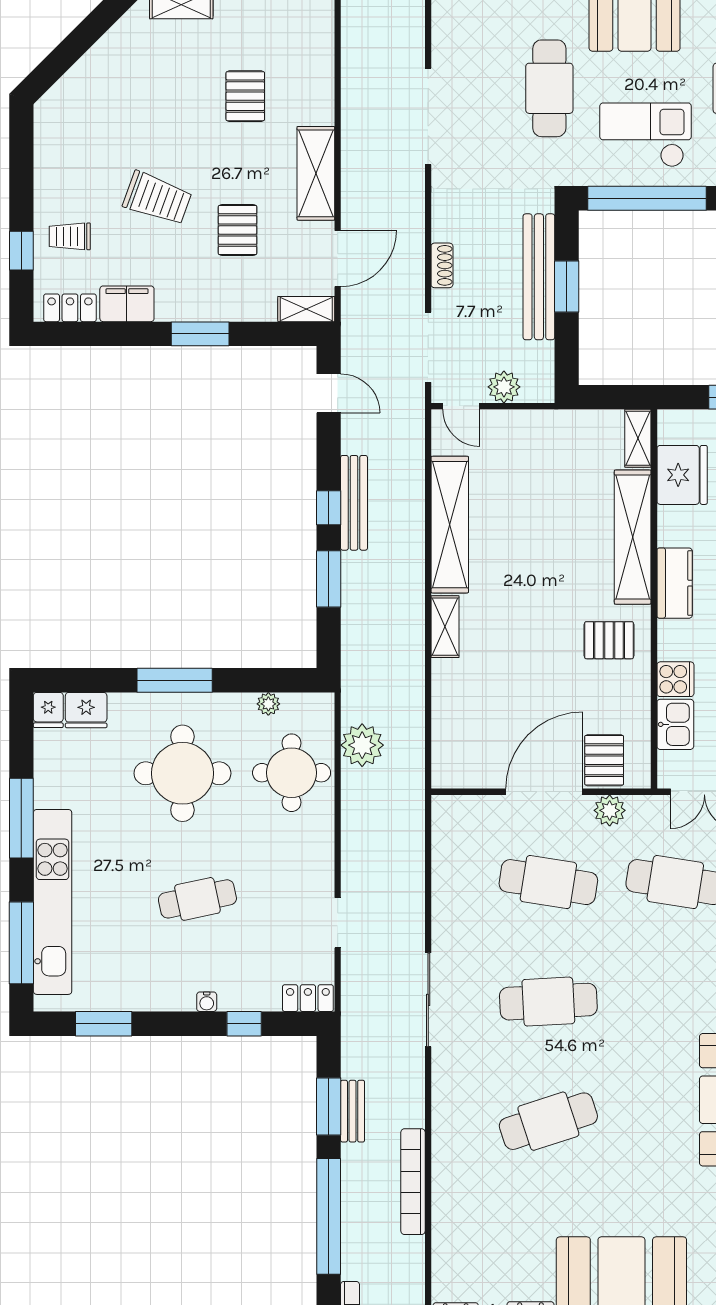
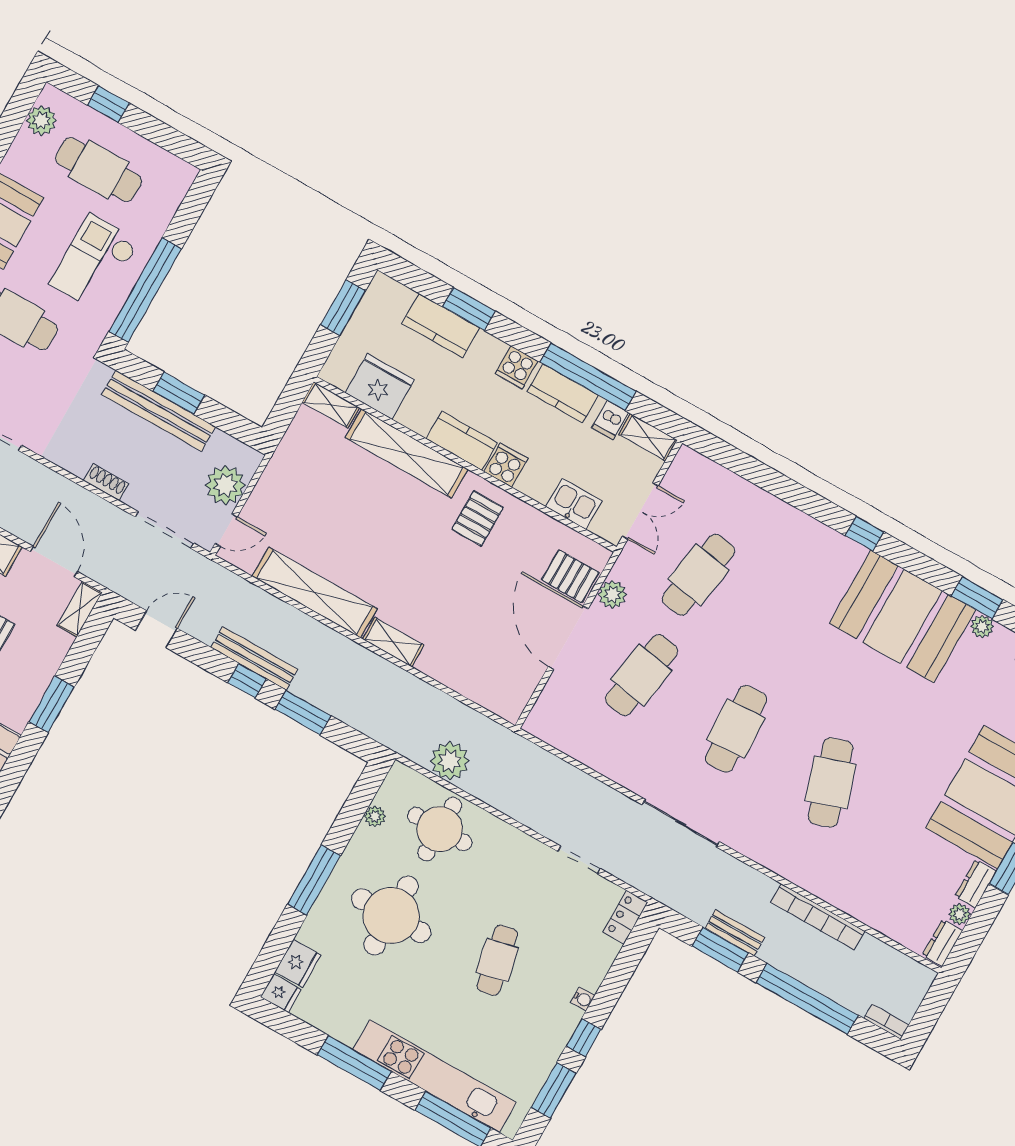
plant: (504, 387) -> (225, 485), width x1.36, depth x1.36
cooker: (675, 679) -> (506, 465), moved
window: (244, 1024) -> (584, 1038), moved

